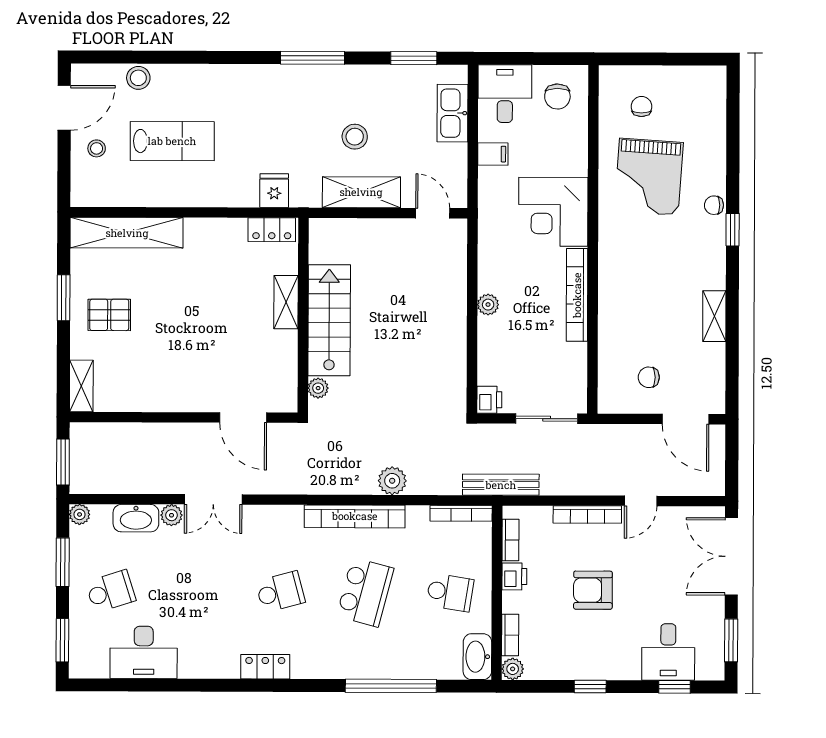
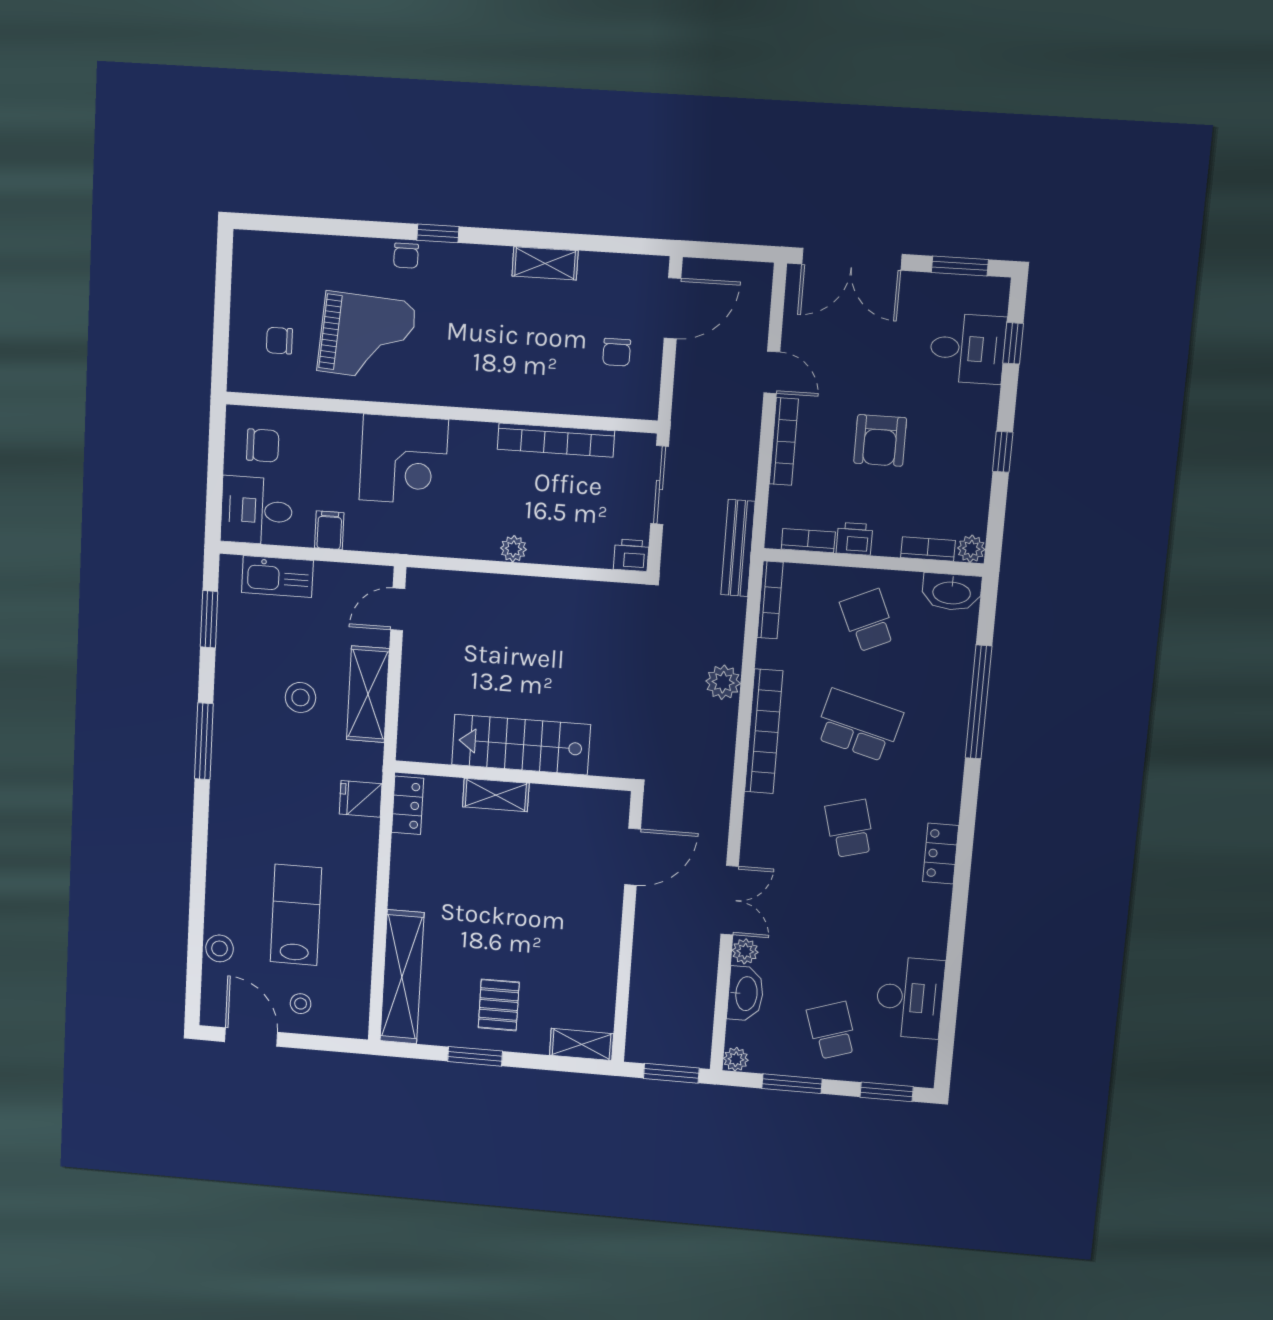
bookcase: (577, 295) -> (556, 440), moved
plant: (318, 388) -> (603, 764), removed
school desk: (450, 592) -> (868, 621), turned -33

